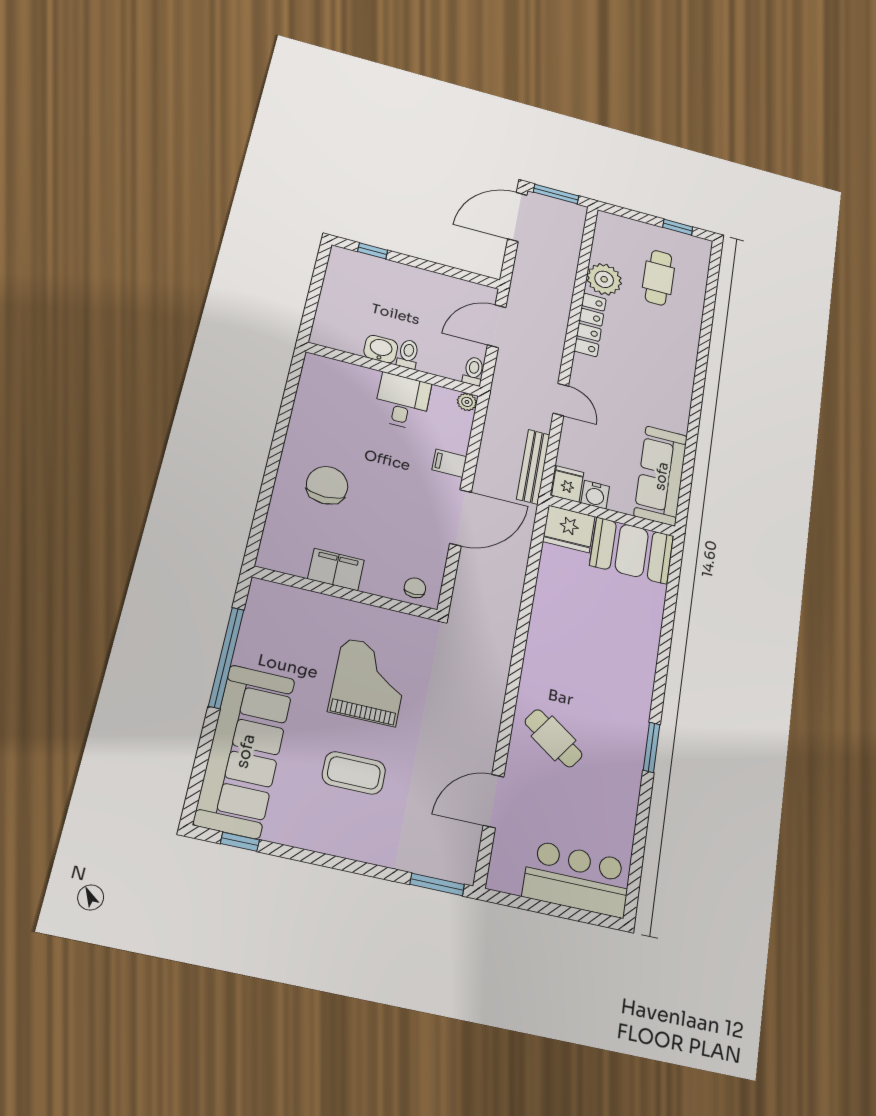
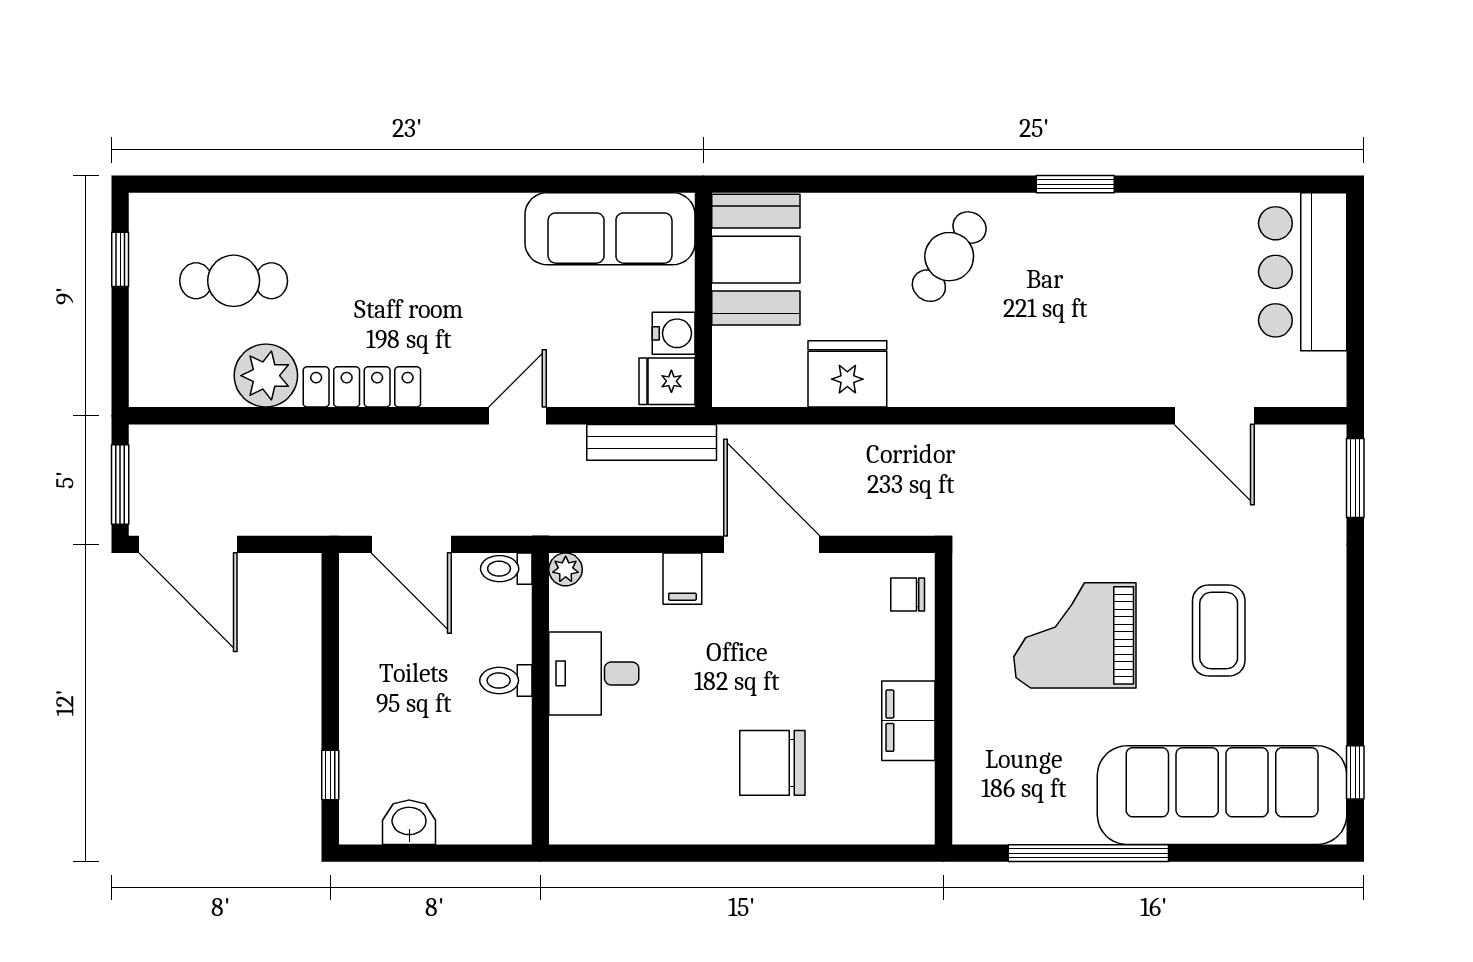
washbasin: (381, 349) -> (409, 822), moved, turned 90
fridge: (569, 529) -> (847, 374), moved, turned -90
cafe table: (553, 738) -> (949, 257), moved

